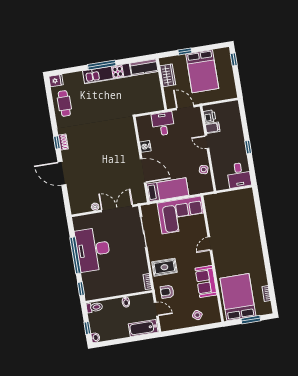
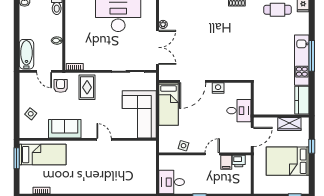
bed: (238, 297) -> (43, 155), width x0.67
door: (156, 309) -> (44, 71), hinge flipped
window: (251, 320) -> (17, 158), moved

